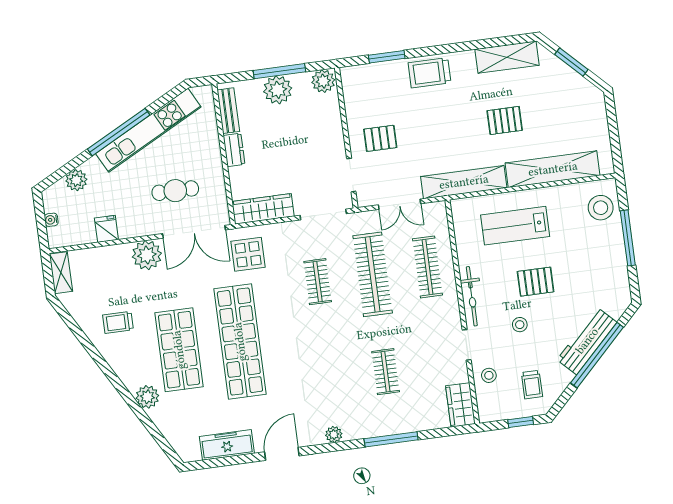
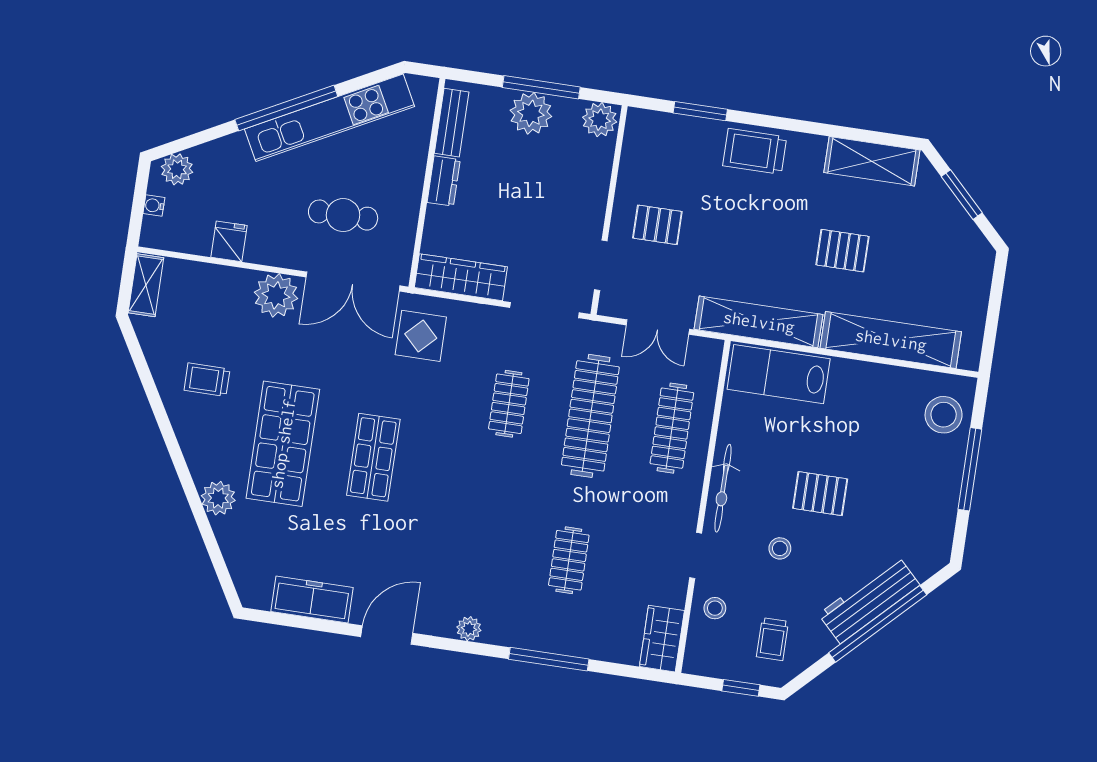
plant: (76, 180) -> (177, 169), moved
lab bench: (515, 226) -> (779, 374), moved
shop shelf: (240, 342) -> (373, 457), width x0.50, depth x0.74

